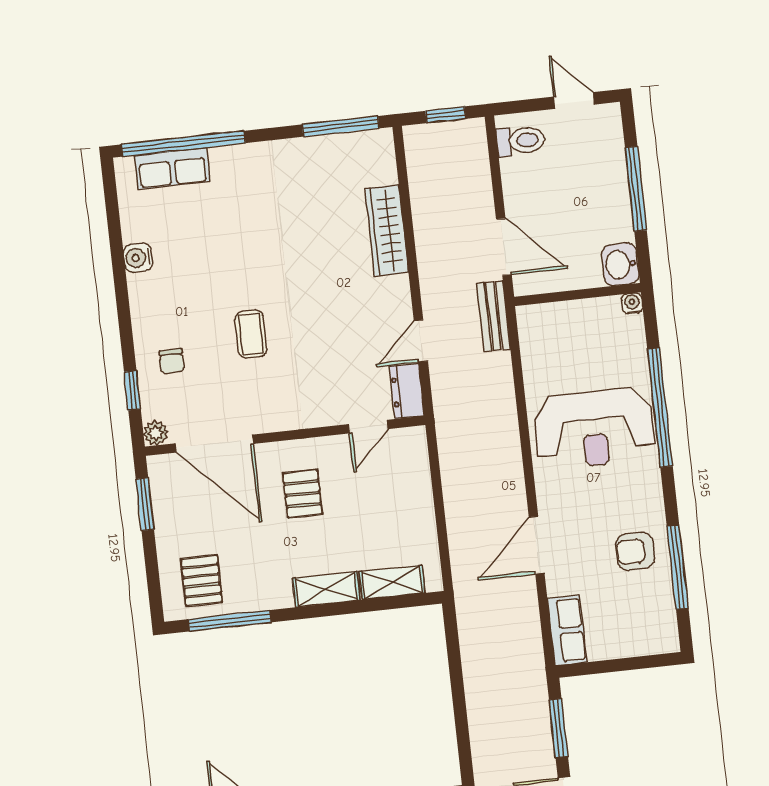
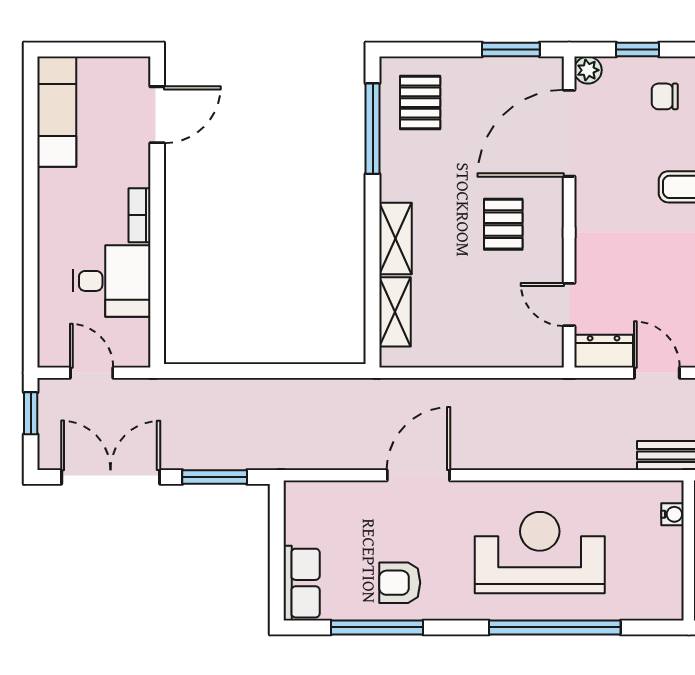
water cooler: (632, 303) -> (673, 514), moved
reception desk: (594, 428) -> (540, 553), turned 90
pallet: (303, 494) -> (503, 224), turned 90
door: (537, 545) -> (418, 475), hinge flipped
armchair: (635, 551) -> (400, 583), turned -90
pallet: (201, 581) -> (420, 103), turned 90
row of seats: (567, 630) -> (302, 583), moved, turned -90

